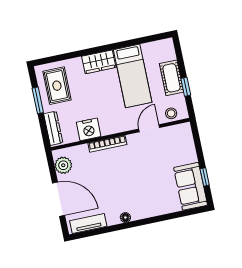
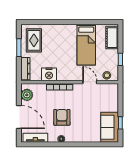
wardrobe: (99, 62) -> (65, 30), removed
cot: (172, 78) -> (112, 38), moved
door: (149, 128) -> (90, 82), hinge flipped
armchair: (120, 187) -> (62, 117), added

